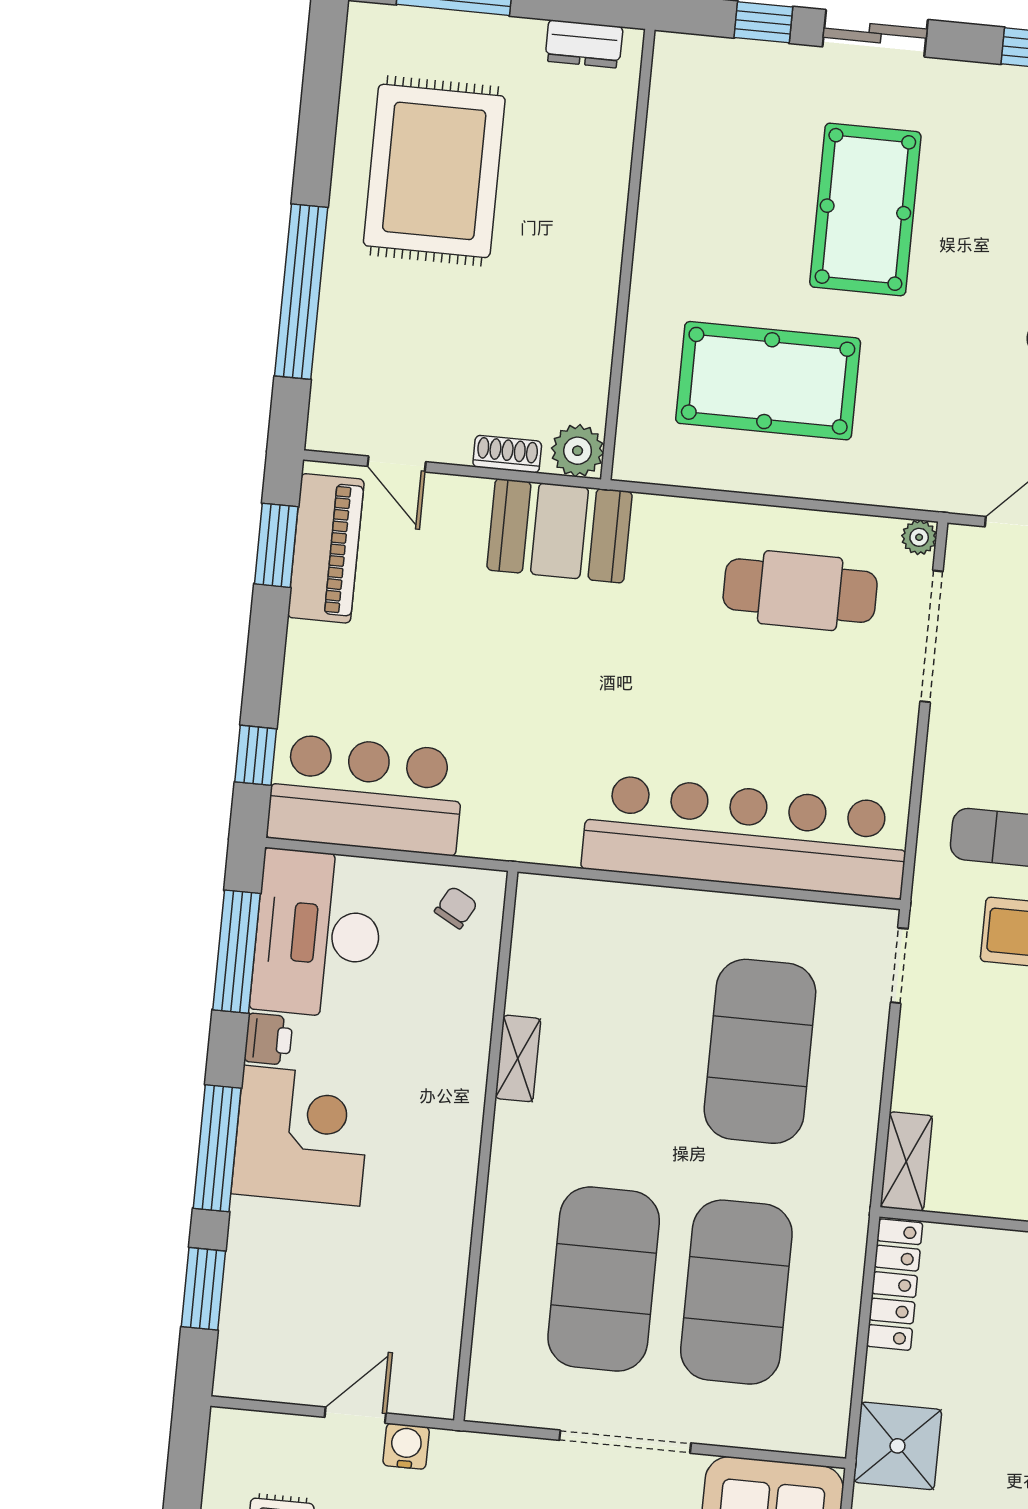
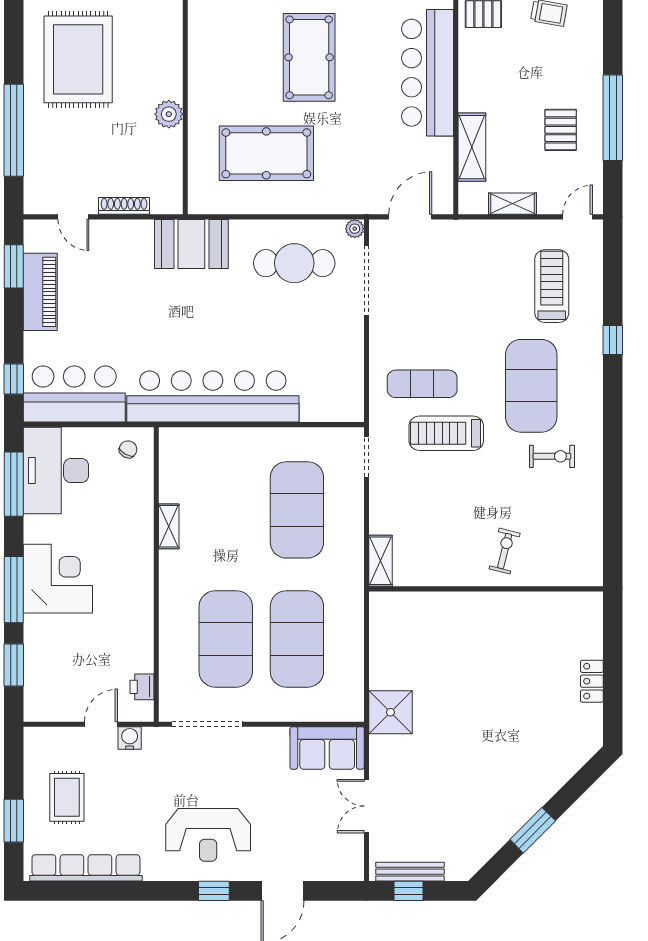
plant: (578, 451) -> (169, 114), moved
shoe rack: (507, 454) -> (124, 206), width x1.43
booth: (559, 531) -> (191, 244), moved
piano: (326, 548) -> (40, 292), moved
bar counter: (746, 836) -> (213, 397), moved
printer: (268, 1039) -> (142, 687), moved, turned 180
locker: (895, 1285) -> (381, 627), removed
doorway: (625, 1442) -> (207, 724), moved

